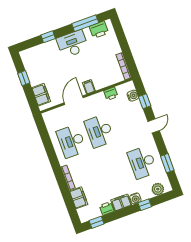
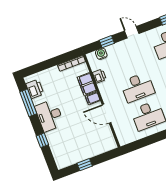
filing cabinet: (41, 95) -> (87, 84), moved, turned -90

